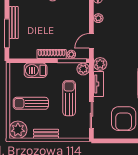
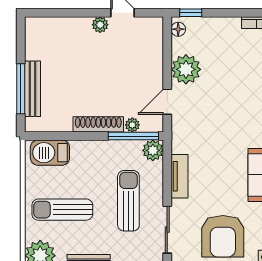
plant: (98, 18) -> (186, 69), width x1.87, depth x1.87
bench: (14, 23) -> (33, 89), moved
plant: (100, 64) -> (182, 142), removed
barbecue: (36, 70) -> (50, 153), moved

